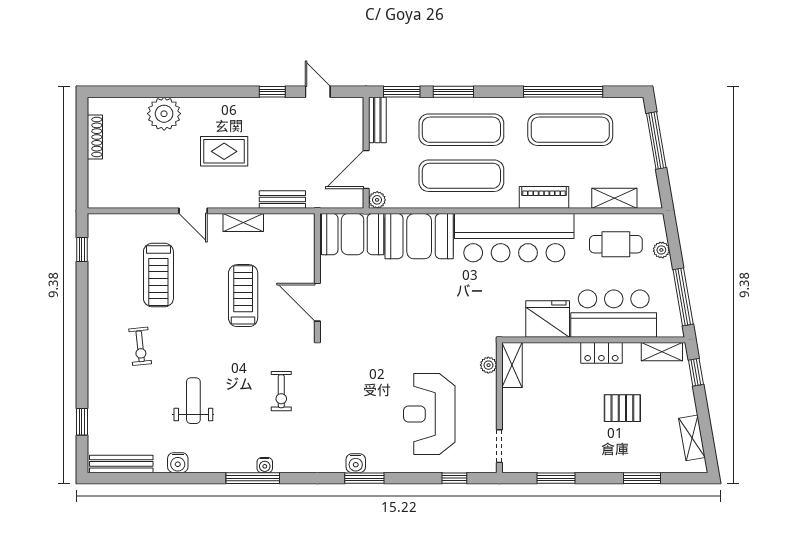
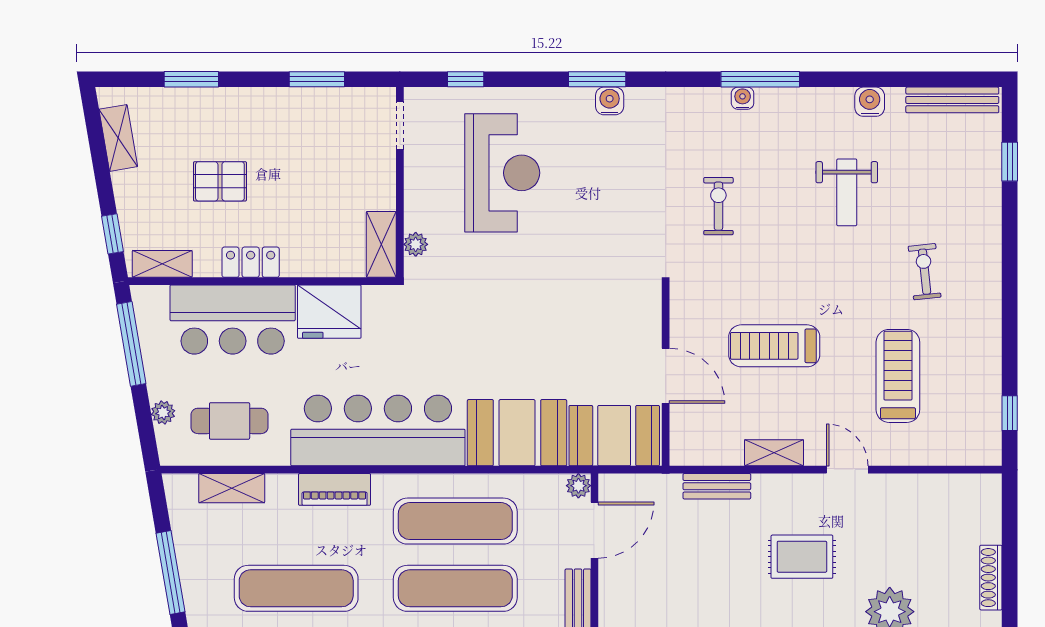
treadmill: (243, 296) -> (774, 346), turned 90
door: (317, 302) -> (666, 376), moved

